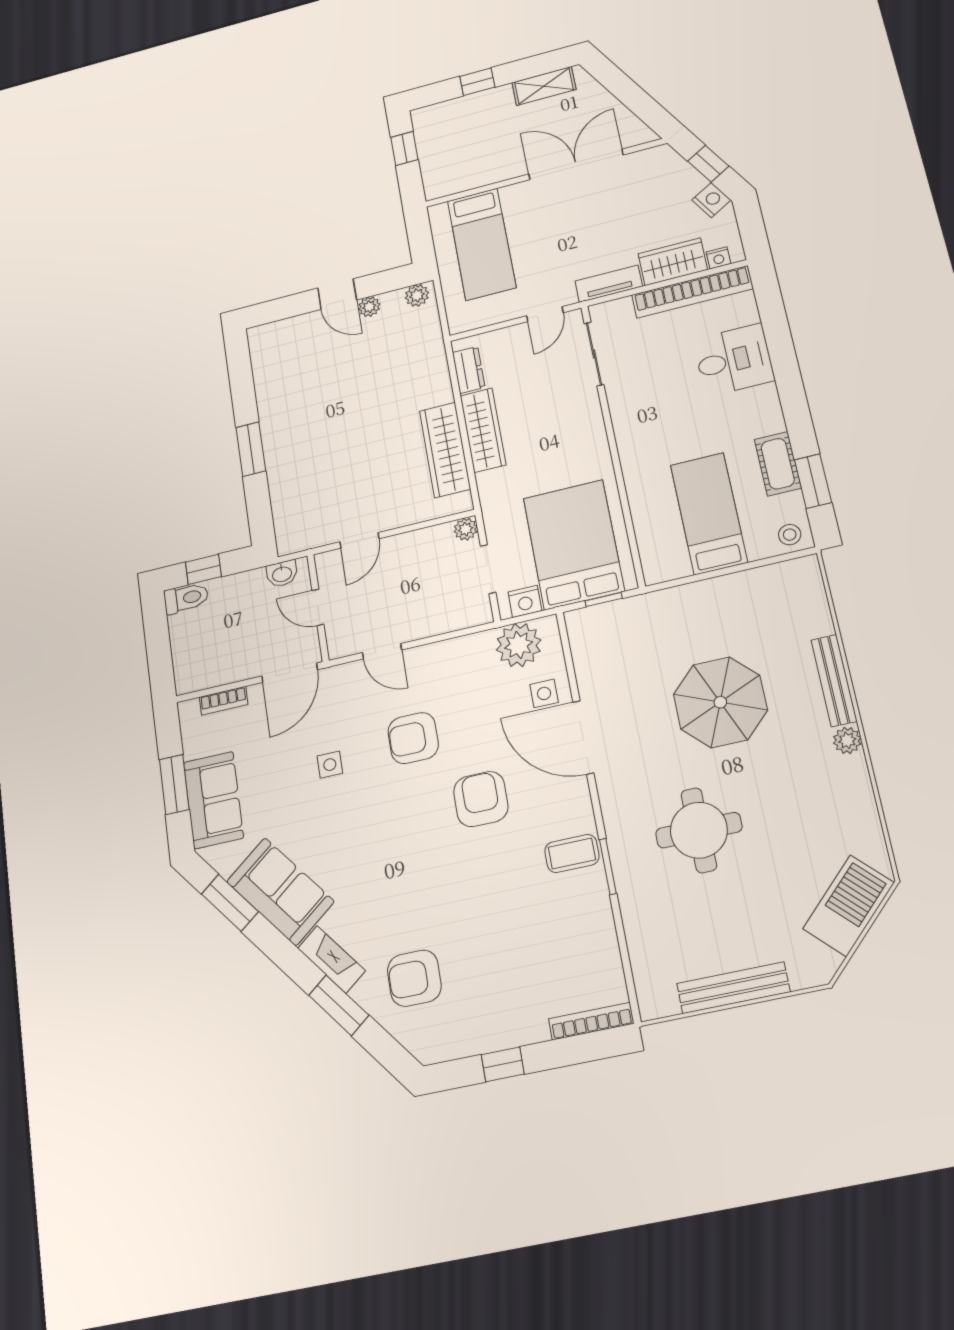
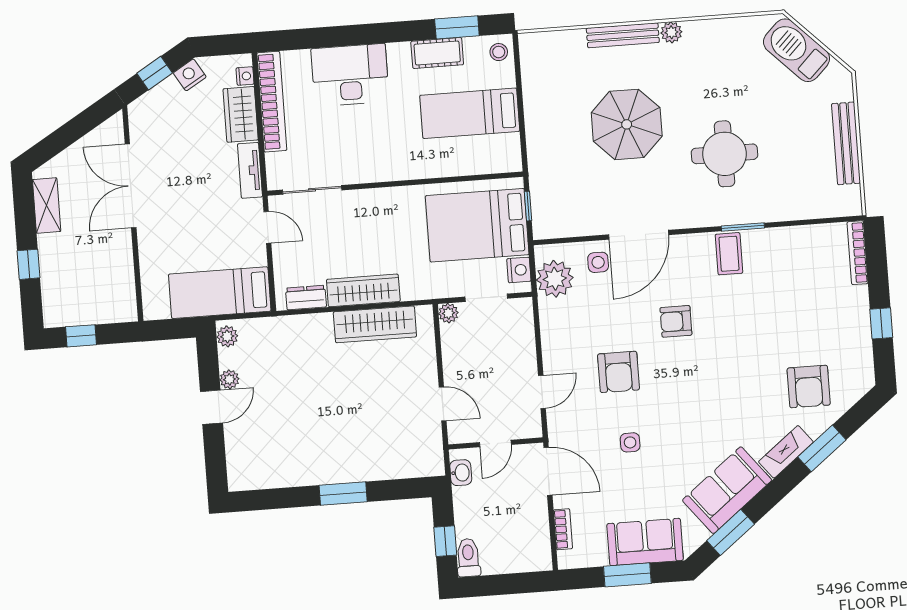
bed: (482, 244) -> (220, 293), moved, turned 180
desk: (734, 360) -> (350, 75), width x1.37
armchair: (481, 799) -> (676, 321), width x0.72, depth x0.72

